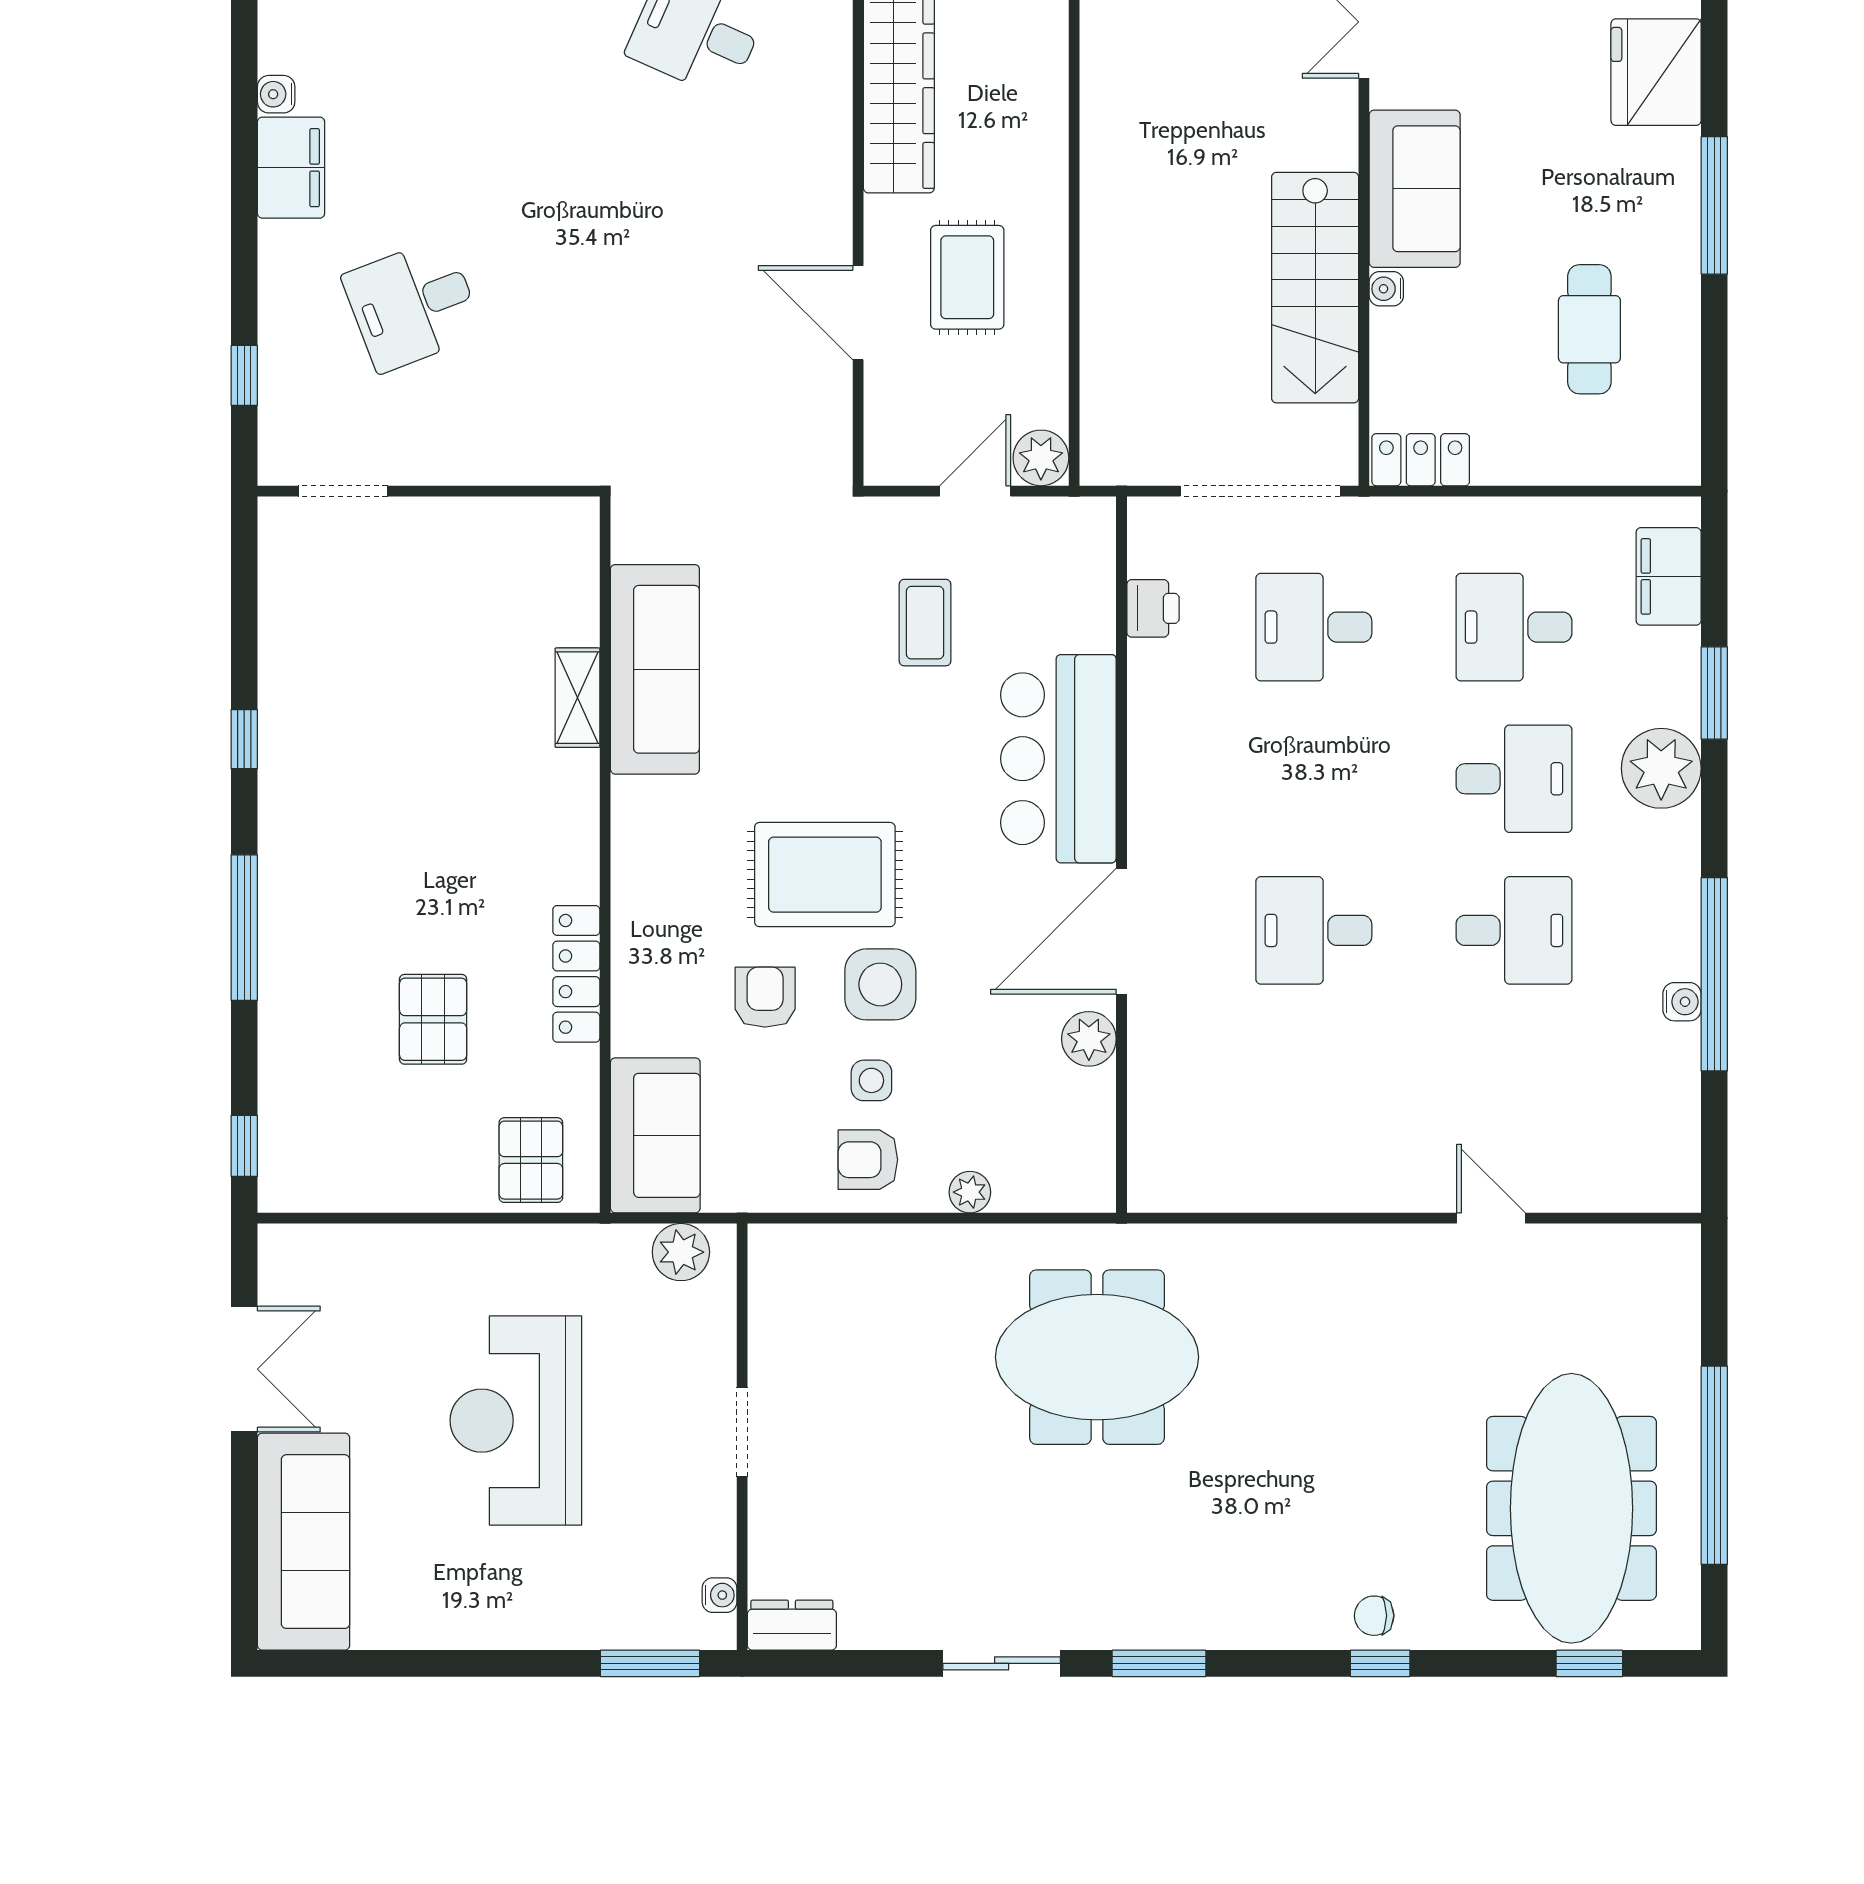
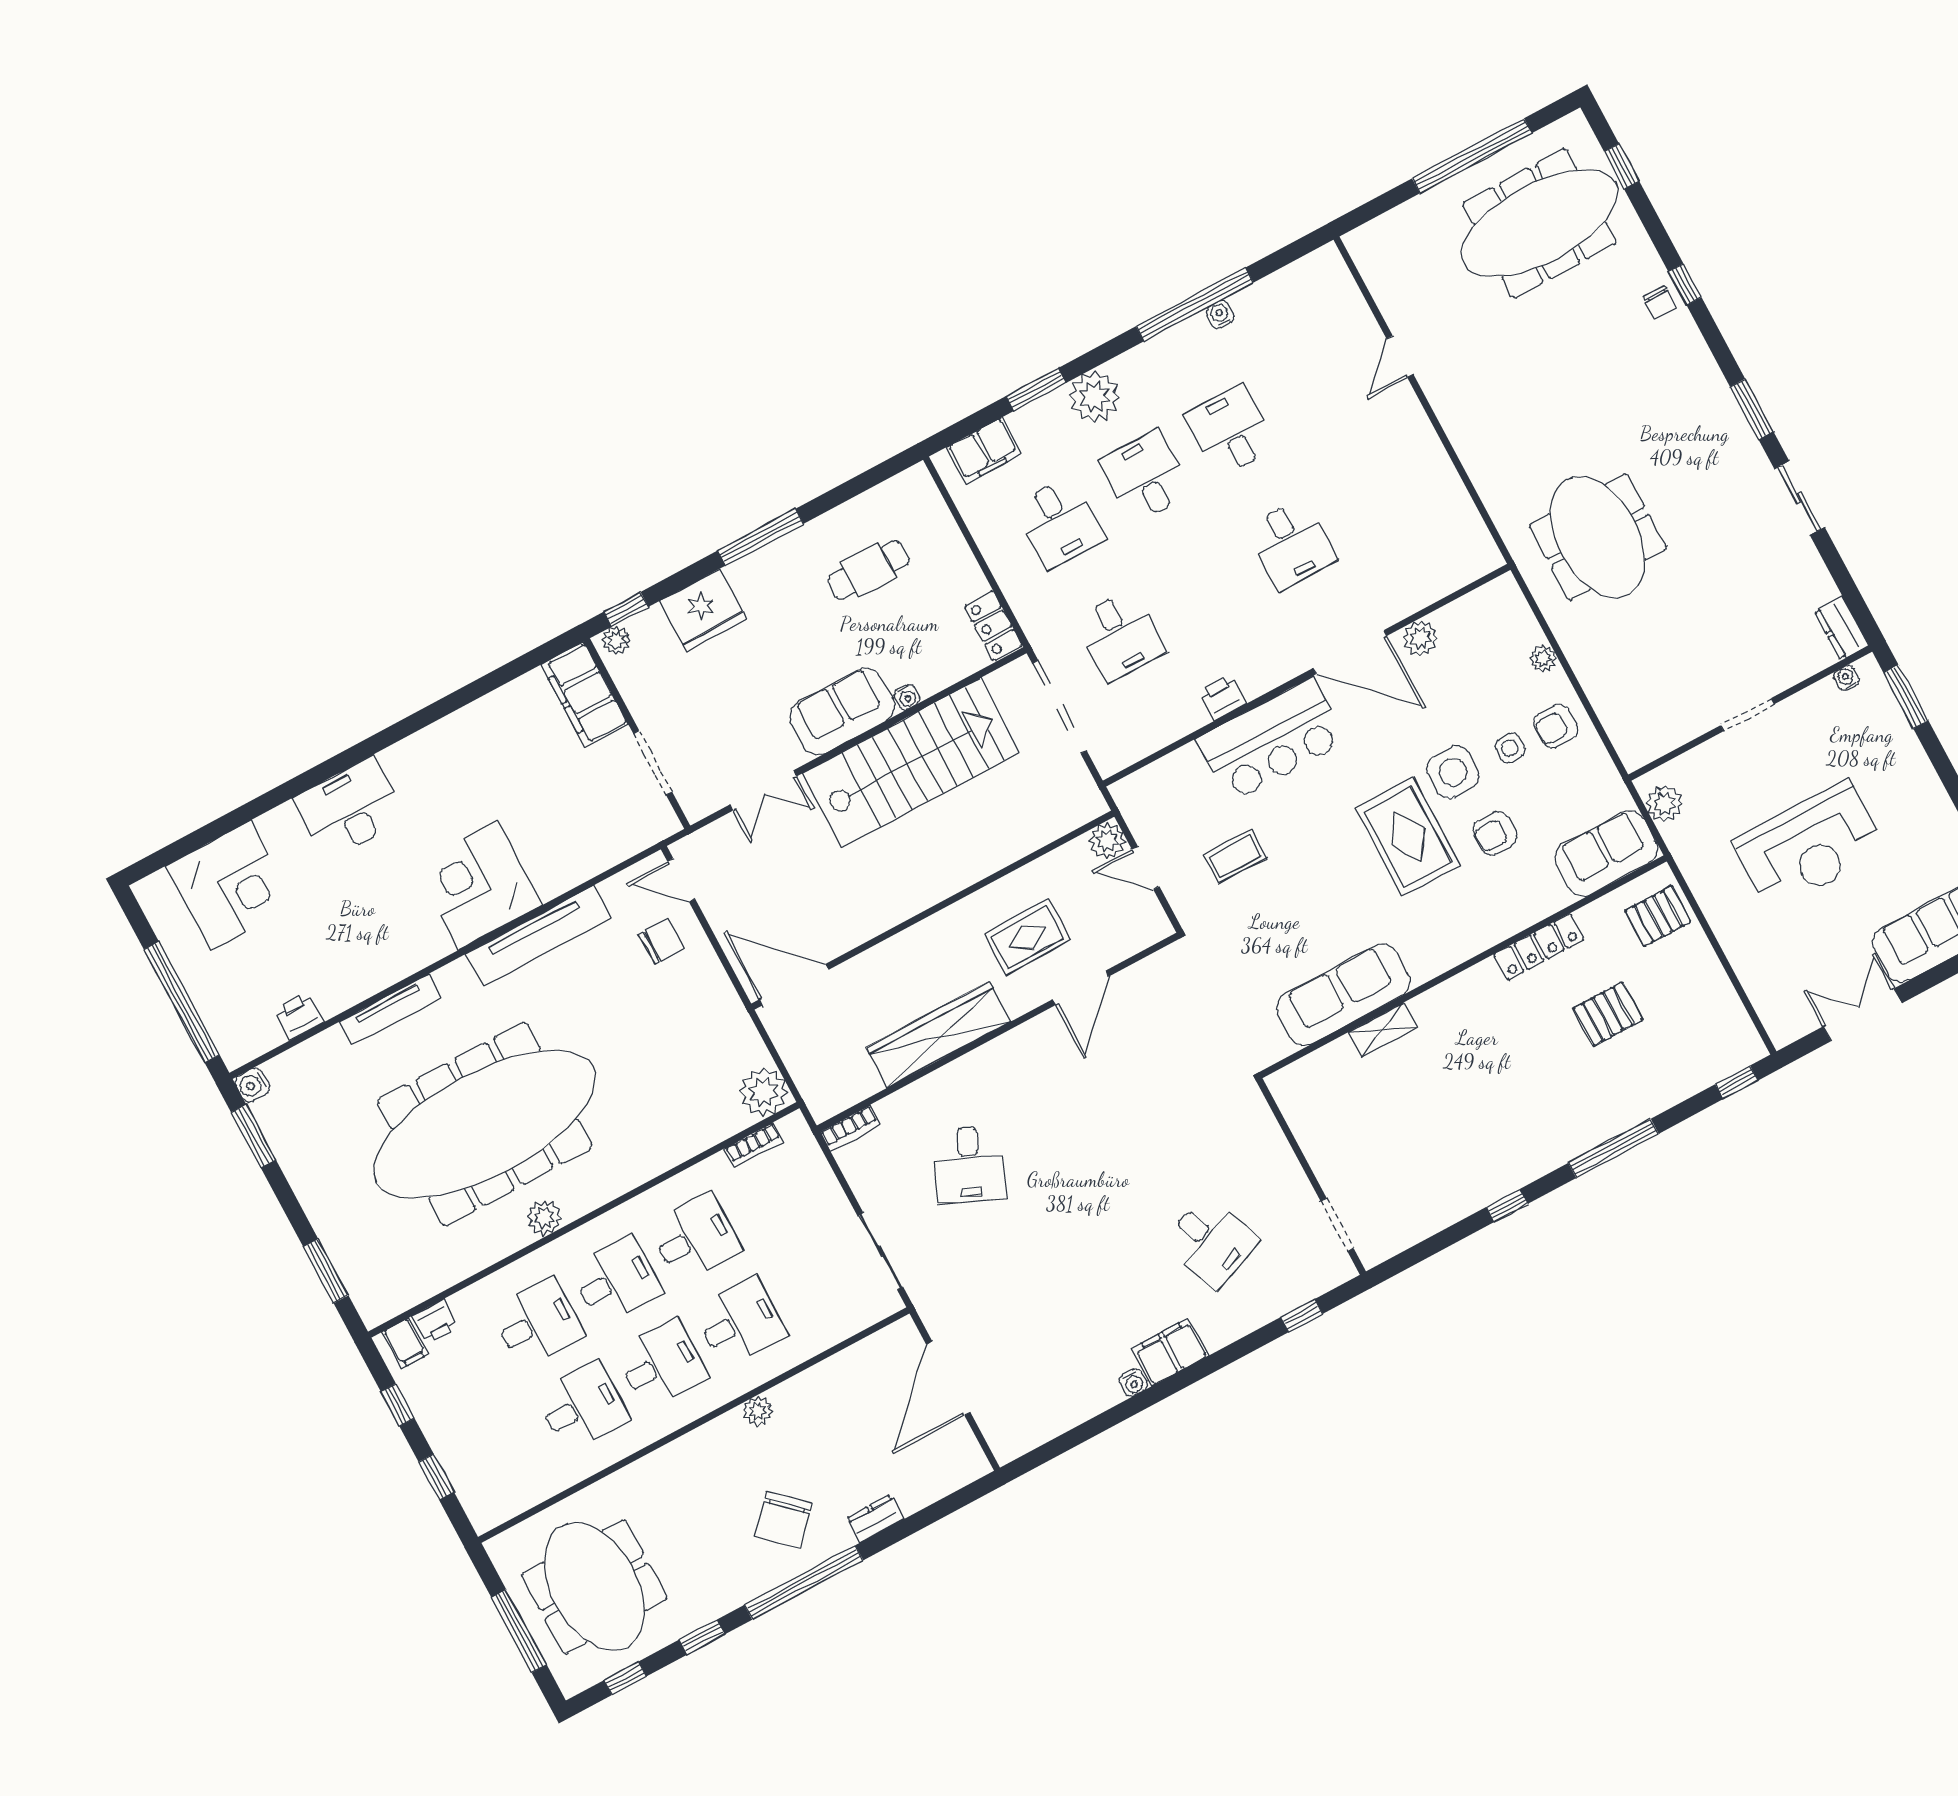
stairs: (1315, 288) -> (911, 763), width x1.36, depth x1.51
printer: (1153, 608) -> (1222, 698), moved
armchair: (868, 1160) -> (1556, 726), turned 90

